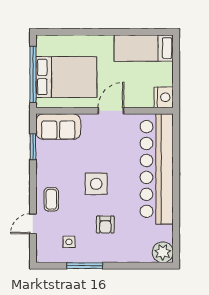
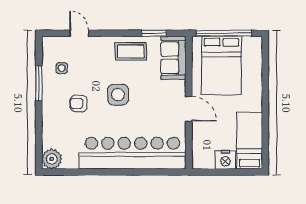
nightstand: (164, 97) -> (225, 160), moved
coffee table: (51, 199) -> (131, 51), moved, width x1.36, depth x1.30

